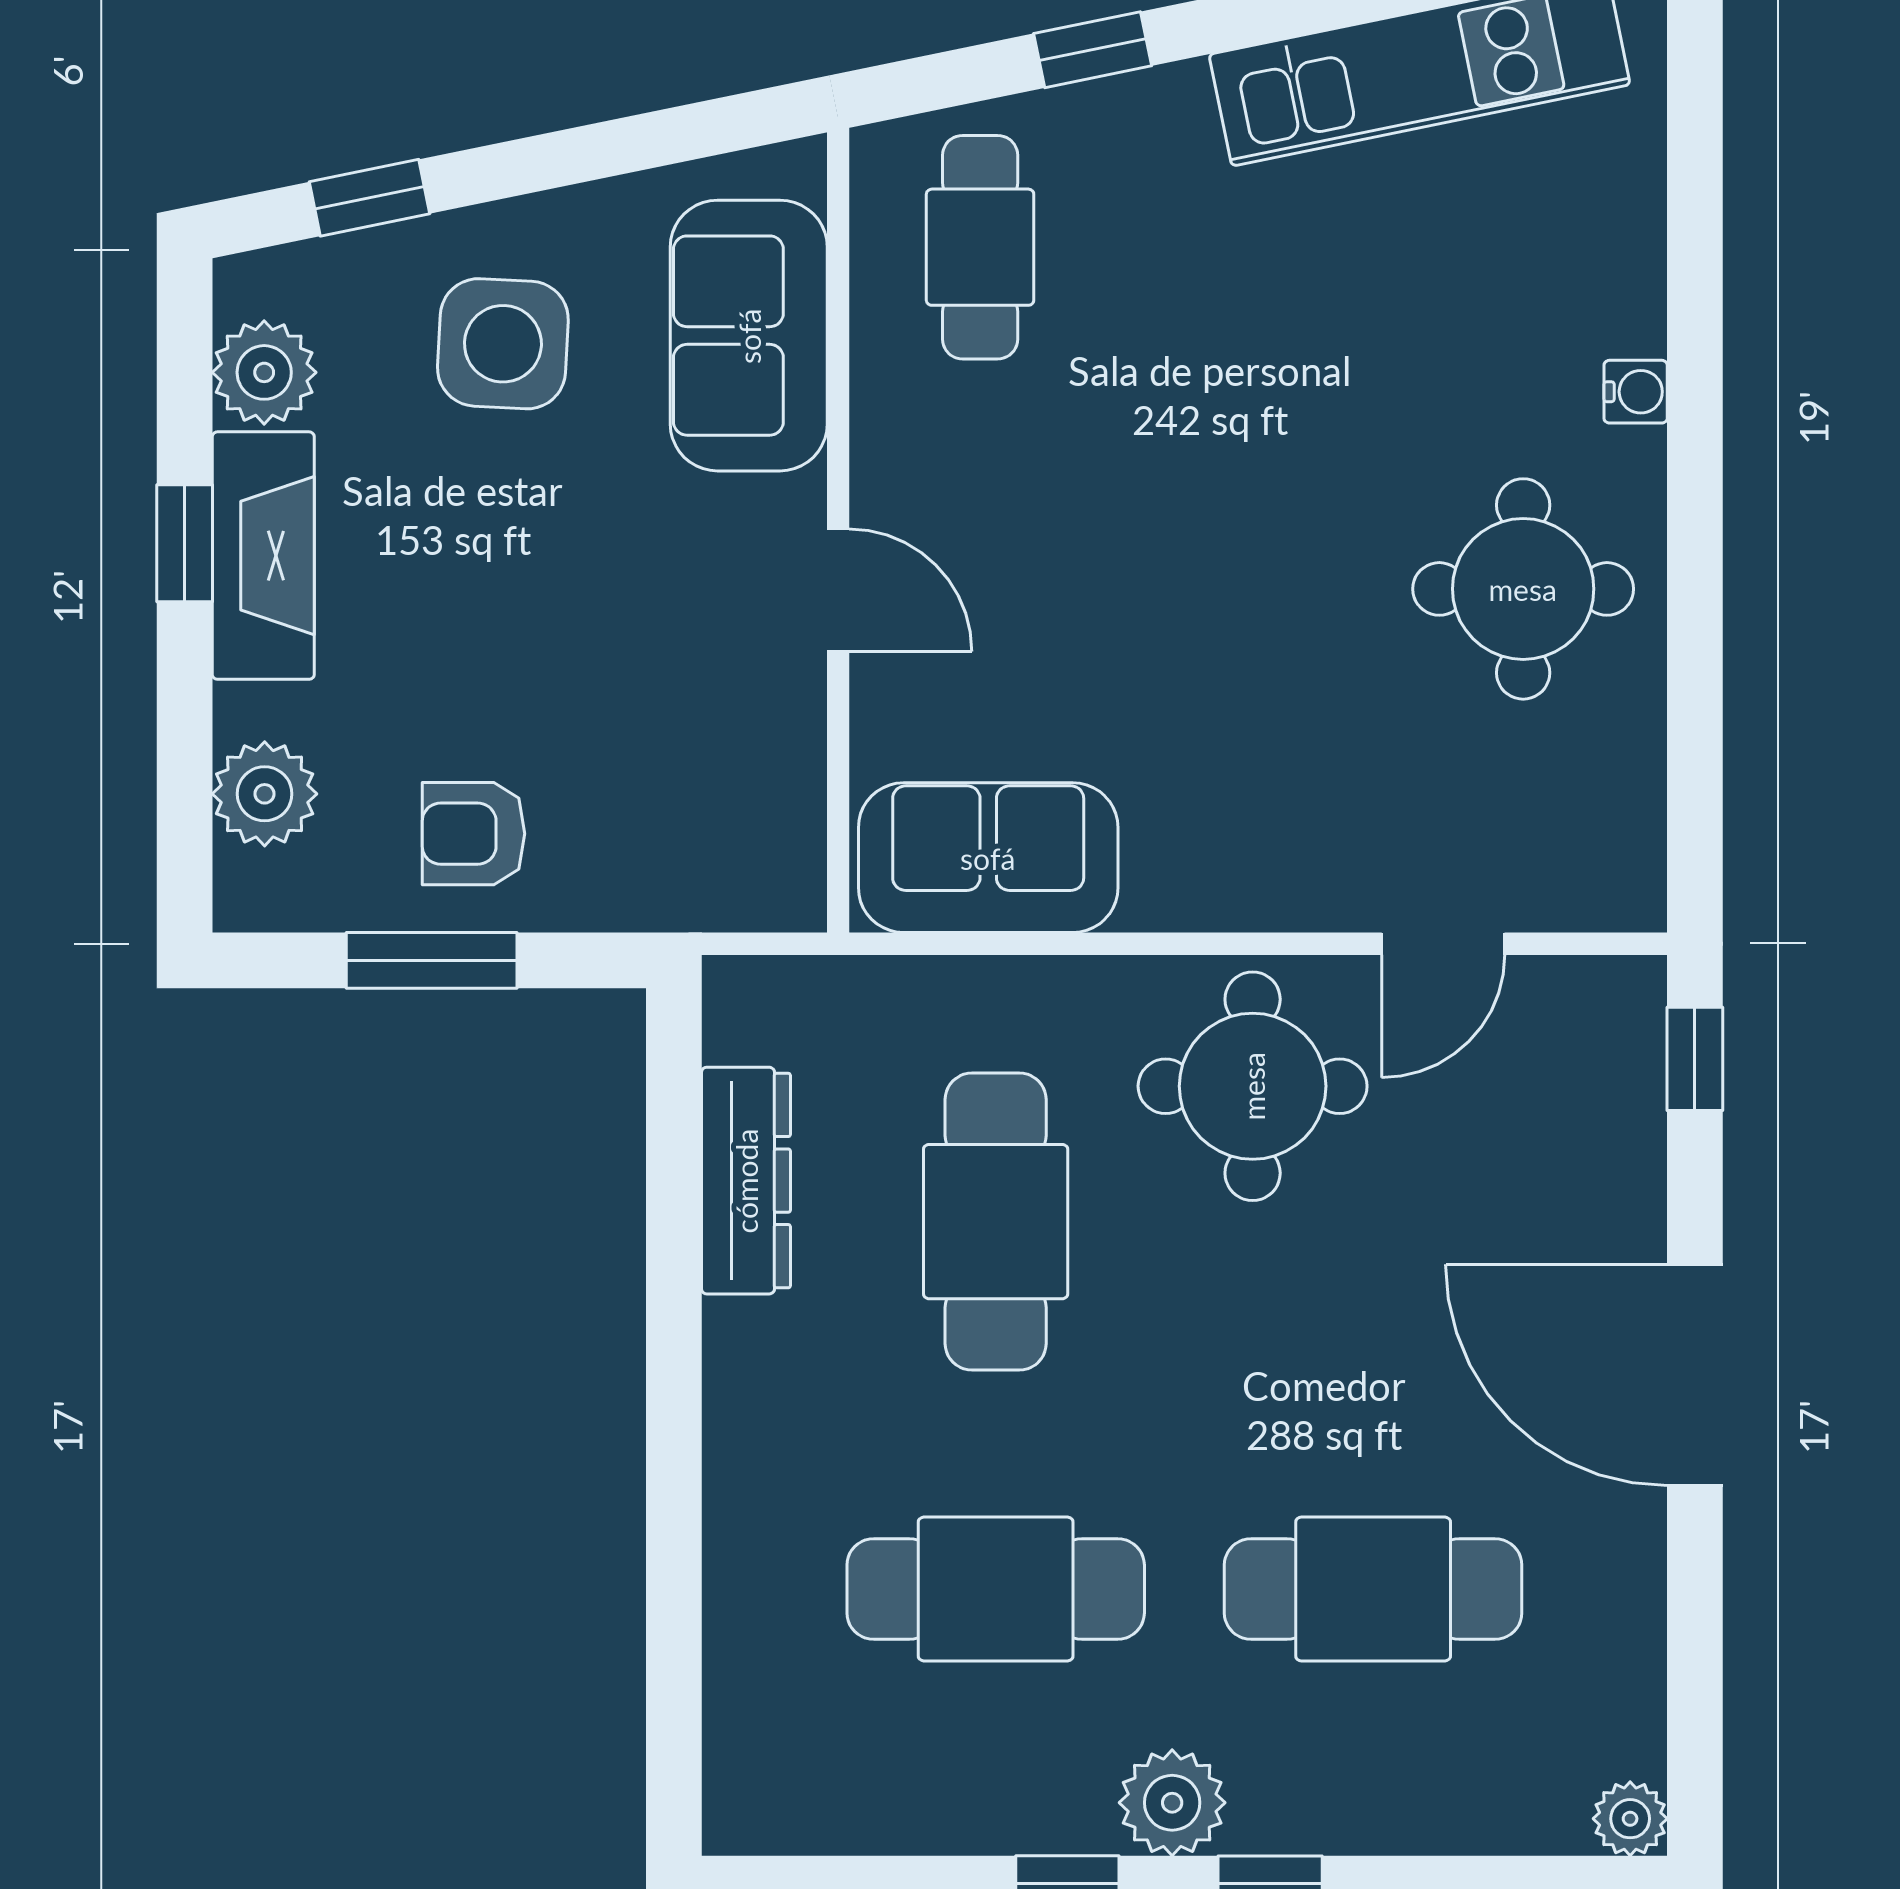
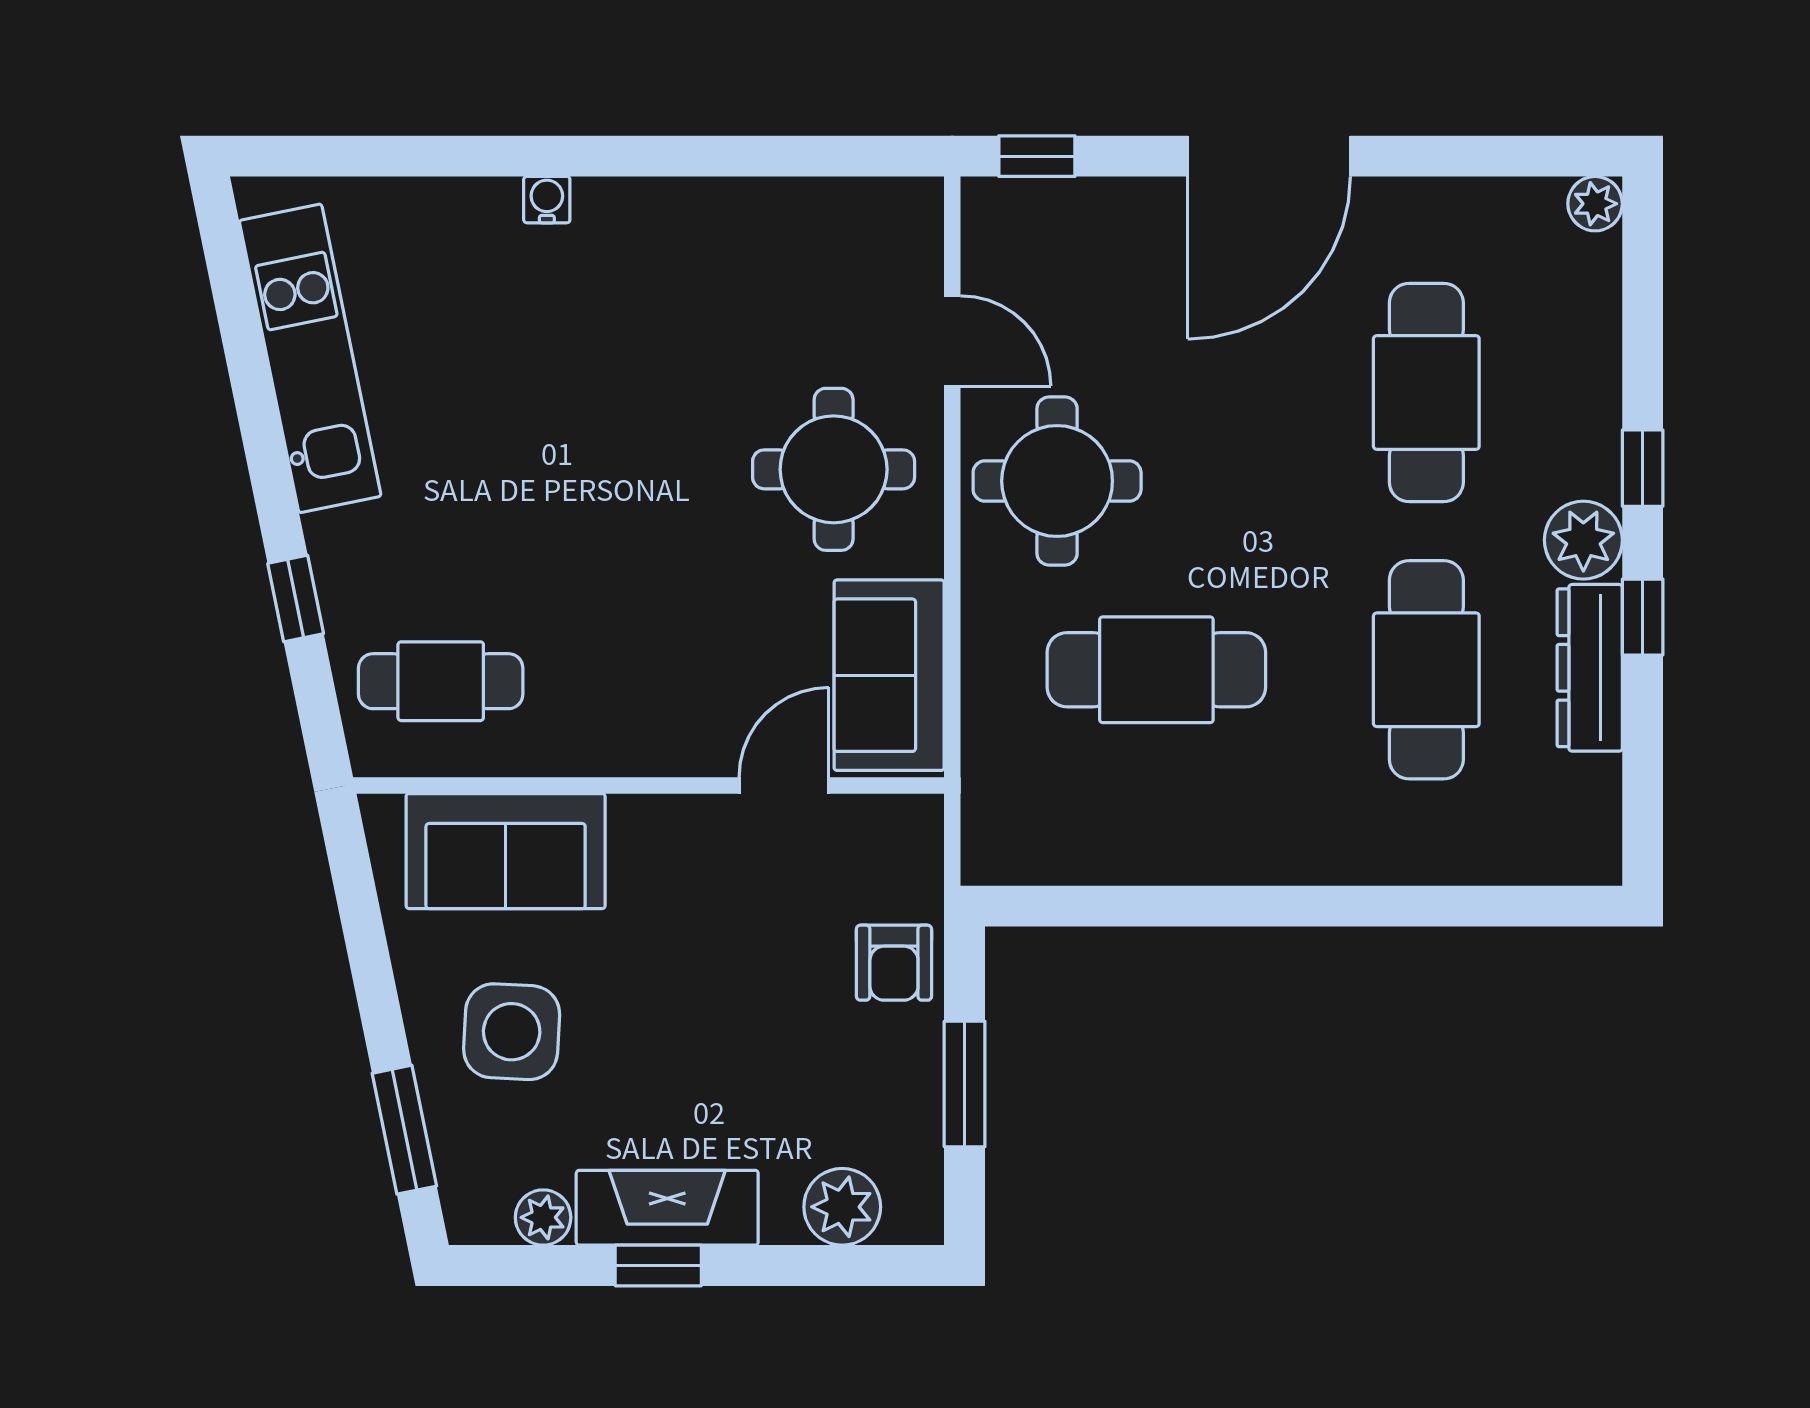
window: (370, 198) -> (404, 1130), width x1.50
plant: (264, 372) -> (543, 1217), width x0.73, depth x0.73
round table: (1523, 589) -> (834, 469), moved
door: (838, 590) -> (784, 785), moved
armchair: (473, 834) -> (894, 963), moved
dresser: (746, 1181) -> (1590, 668), moved, turned -90

